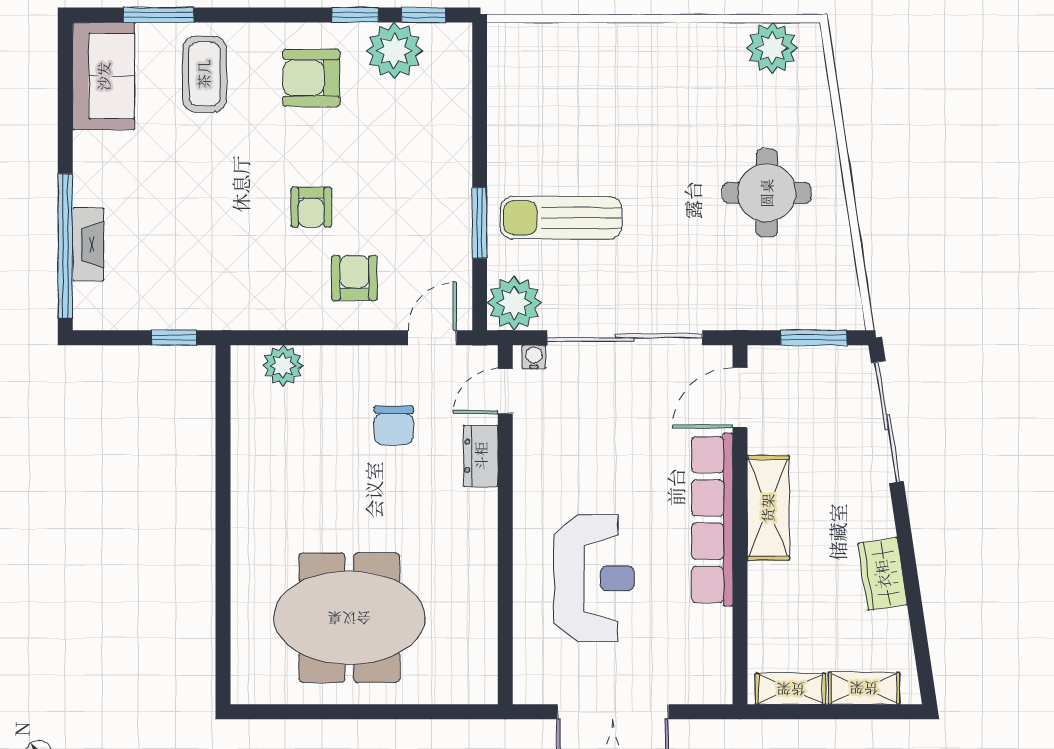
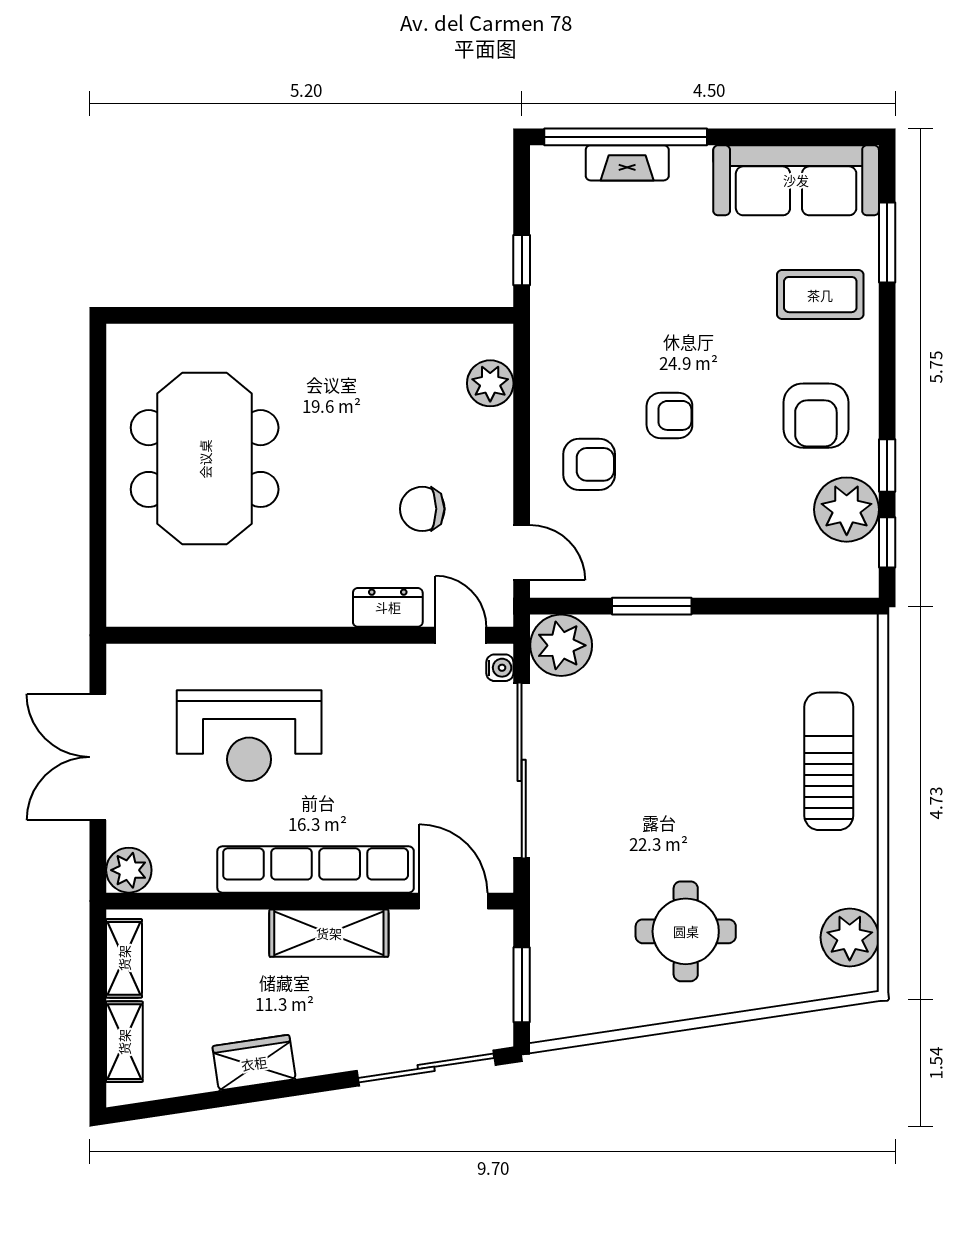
sofa: (104, 76) -> (796, 180), width x1.36
armchair: (311, 78) -> (816, 416), turned 180
armchair: (311, 207) -> (669, 415), turned 180
sun lounger: (561, 218) -> (829, 761), moved
plant: (713, 684) -> (129, 870), added

